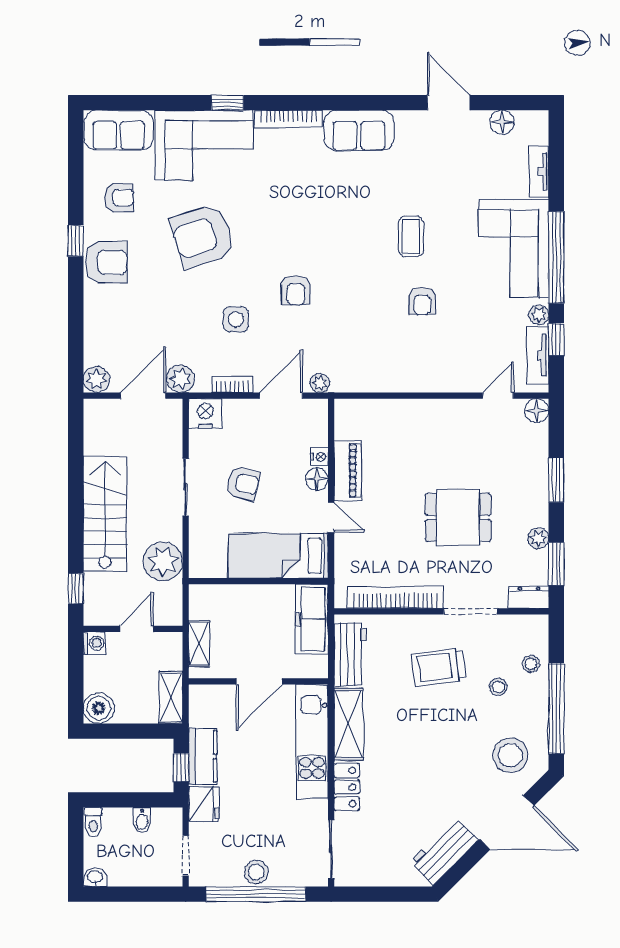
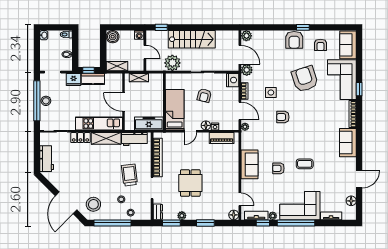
sofa: (412, 372) -> (249, 164), added
piano: (348, 471) -> (222, 138), moved
workbench: (444, 851) -> (47, 159), moved, turned 45

